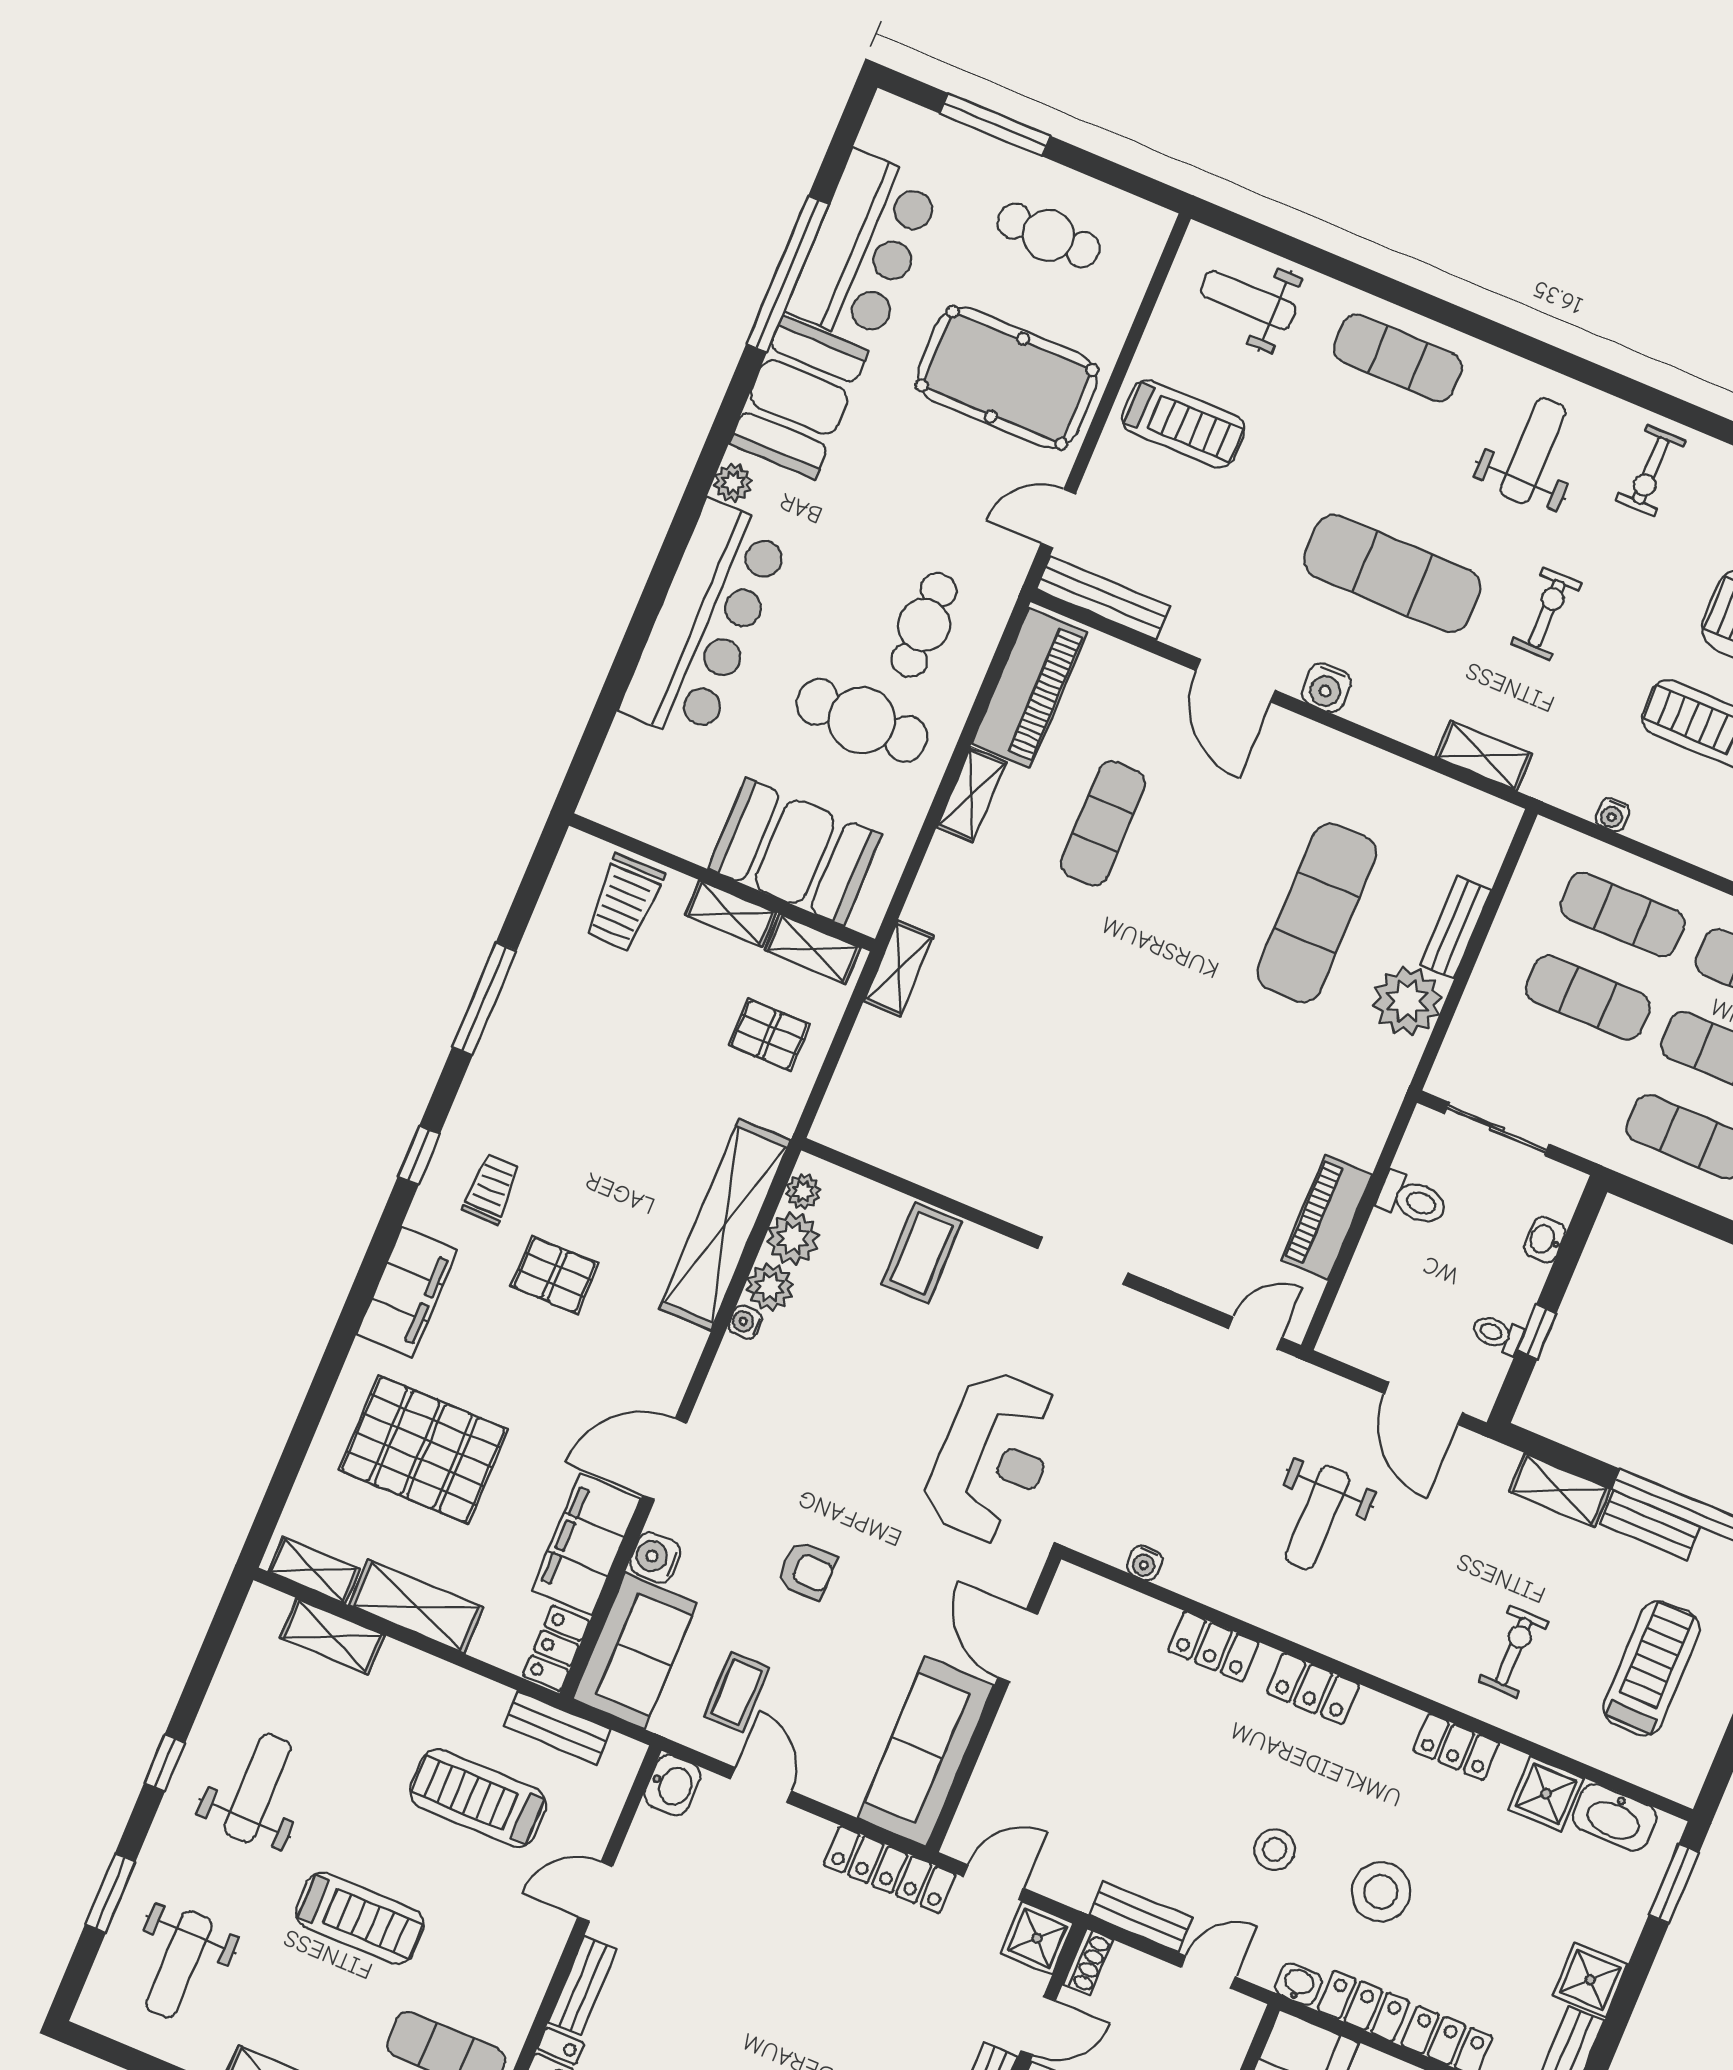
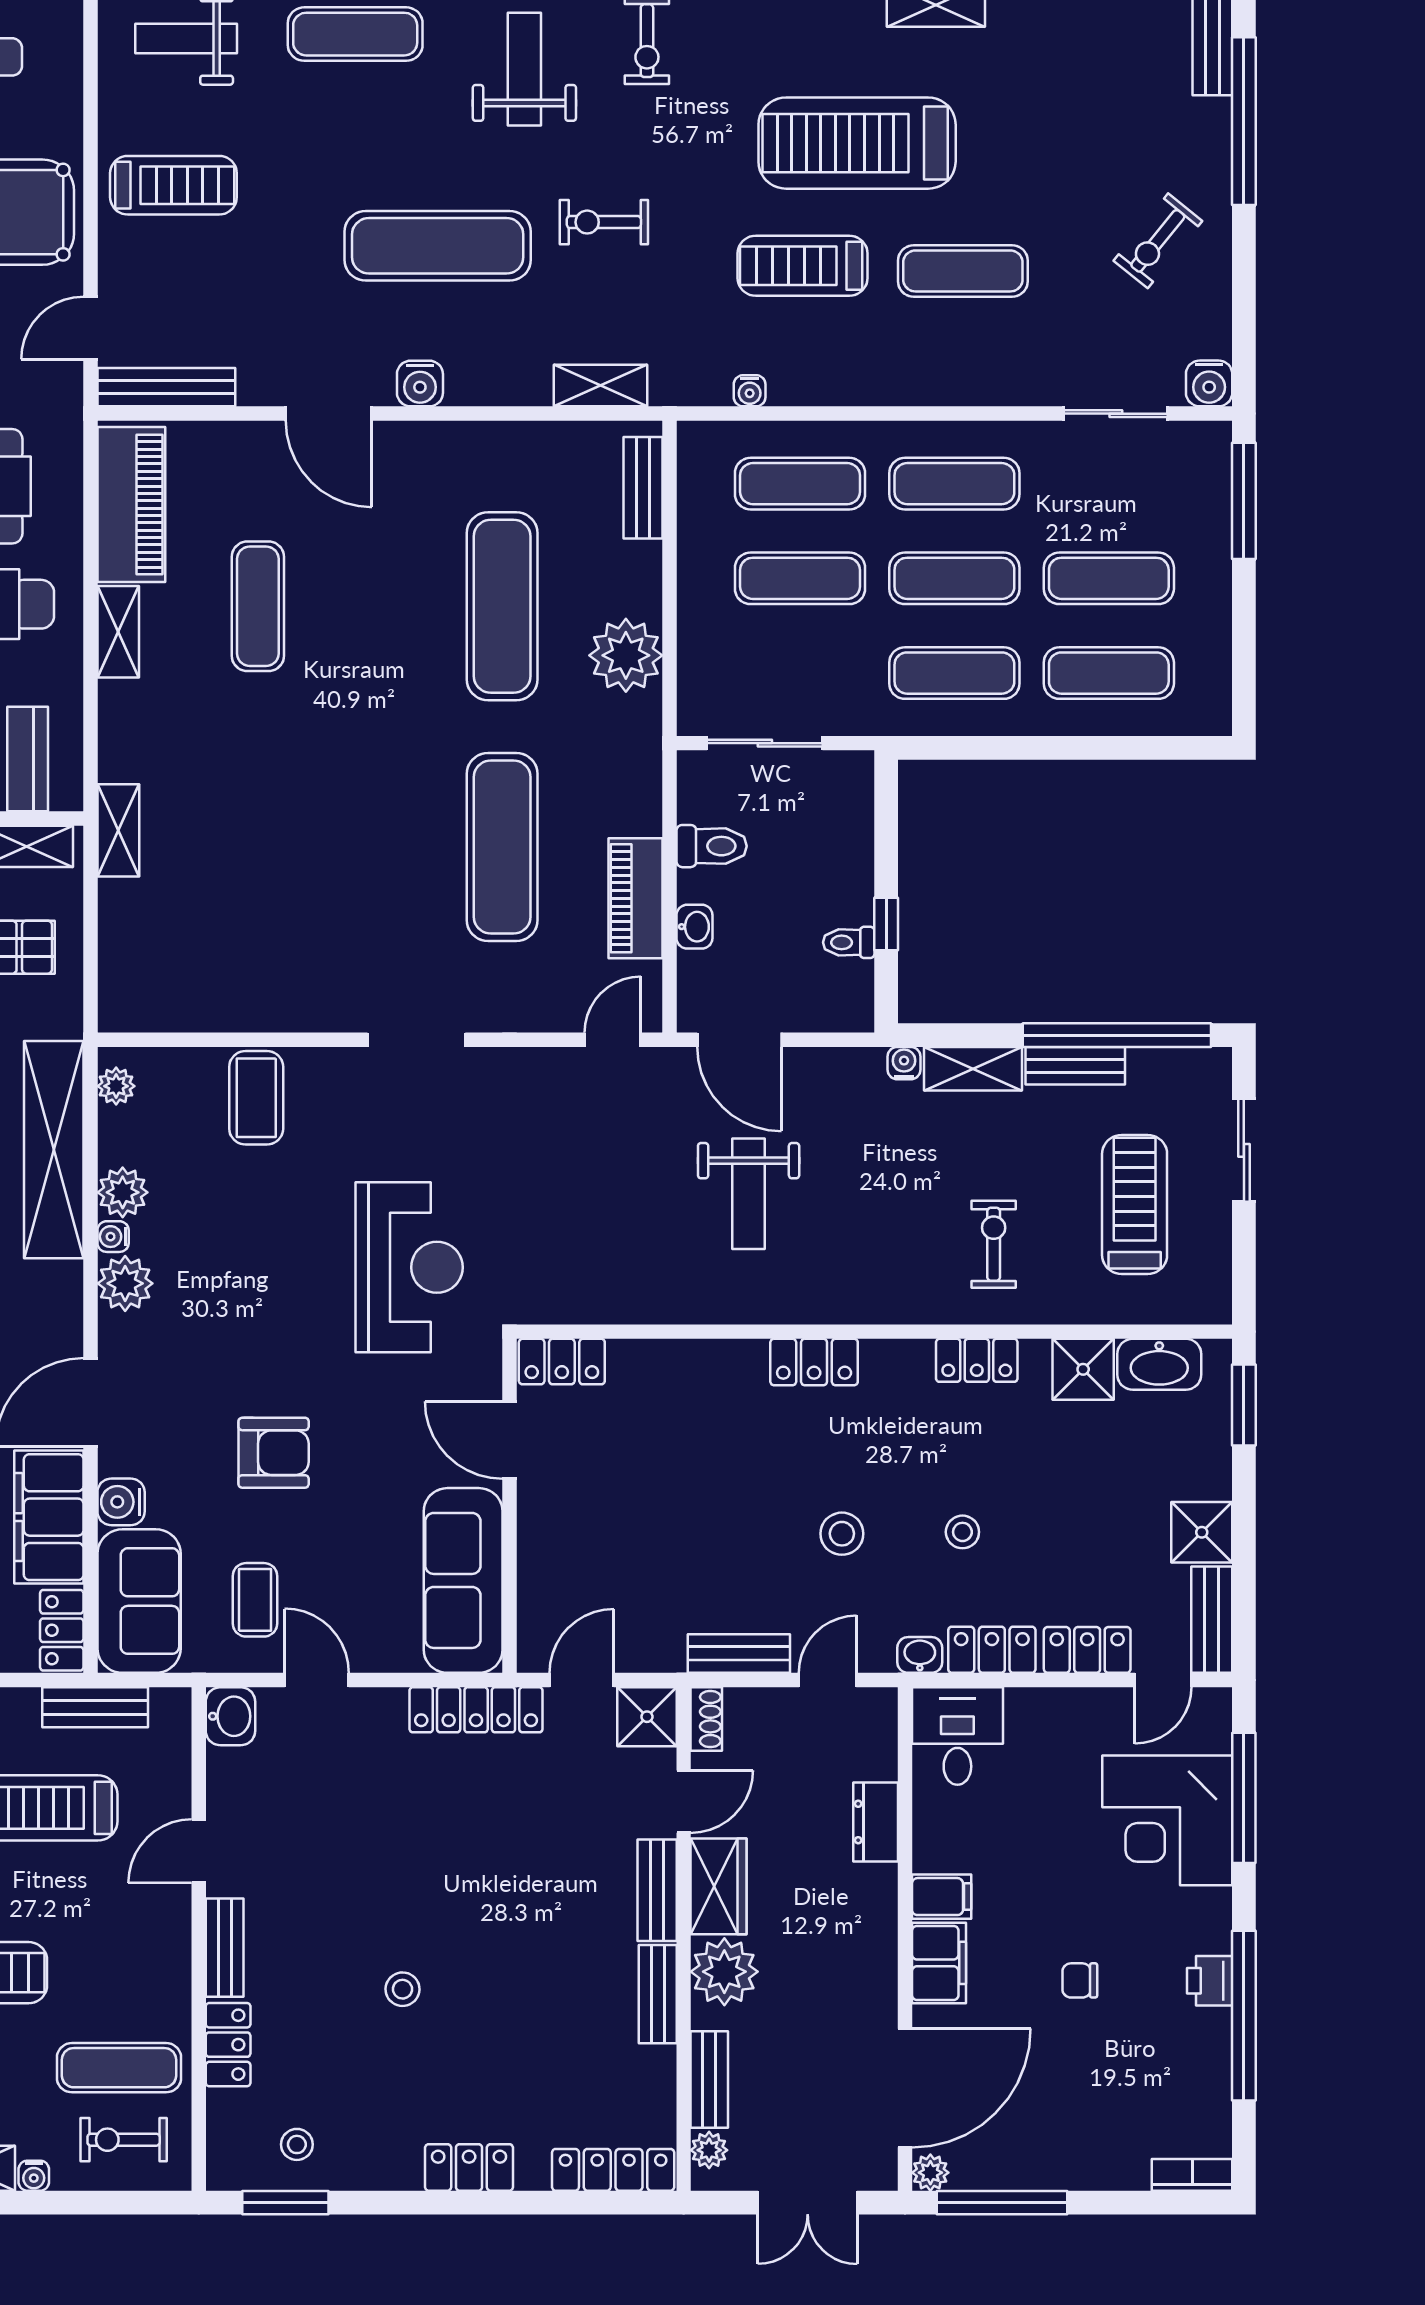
exercise bike: (1547, 614) -> (604, 222), turned -90
bench: (1456, 928) -> (643, 488), moved
exercise mat: (1229, 1124) -> (502, 847), added
plant: (793, 1239) -> (125, 1283), moved
washbasin: (1545, 1240) -> (694, 927), moved, turned 180
door: (1424, 1403) -> (739, 1040), moved
water cooler: (1145, 1563) -> (904, 1063), moved, turned 180
armchair: (807, 1570) -> (274, 1453), width x1.38, depth x1.38
locker: (1213, 1647) -> (562, 1362), moved
stool: (1381, 1892) -> (962, 1532), width x0.53, depth x0.53

